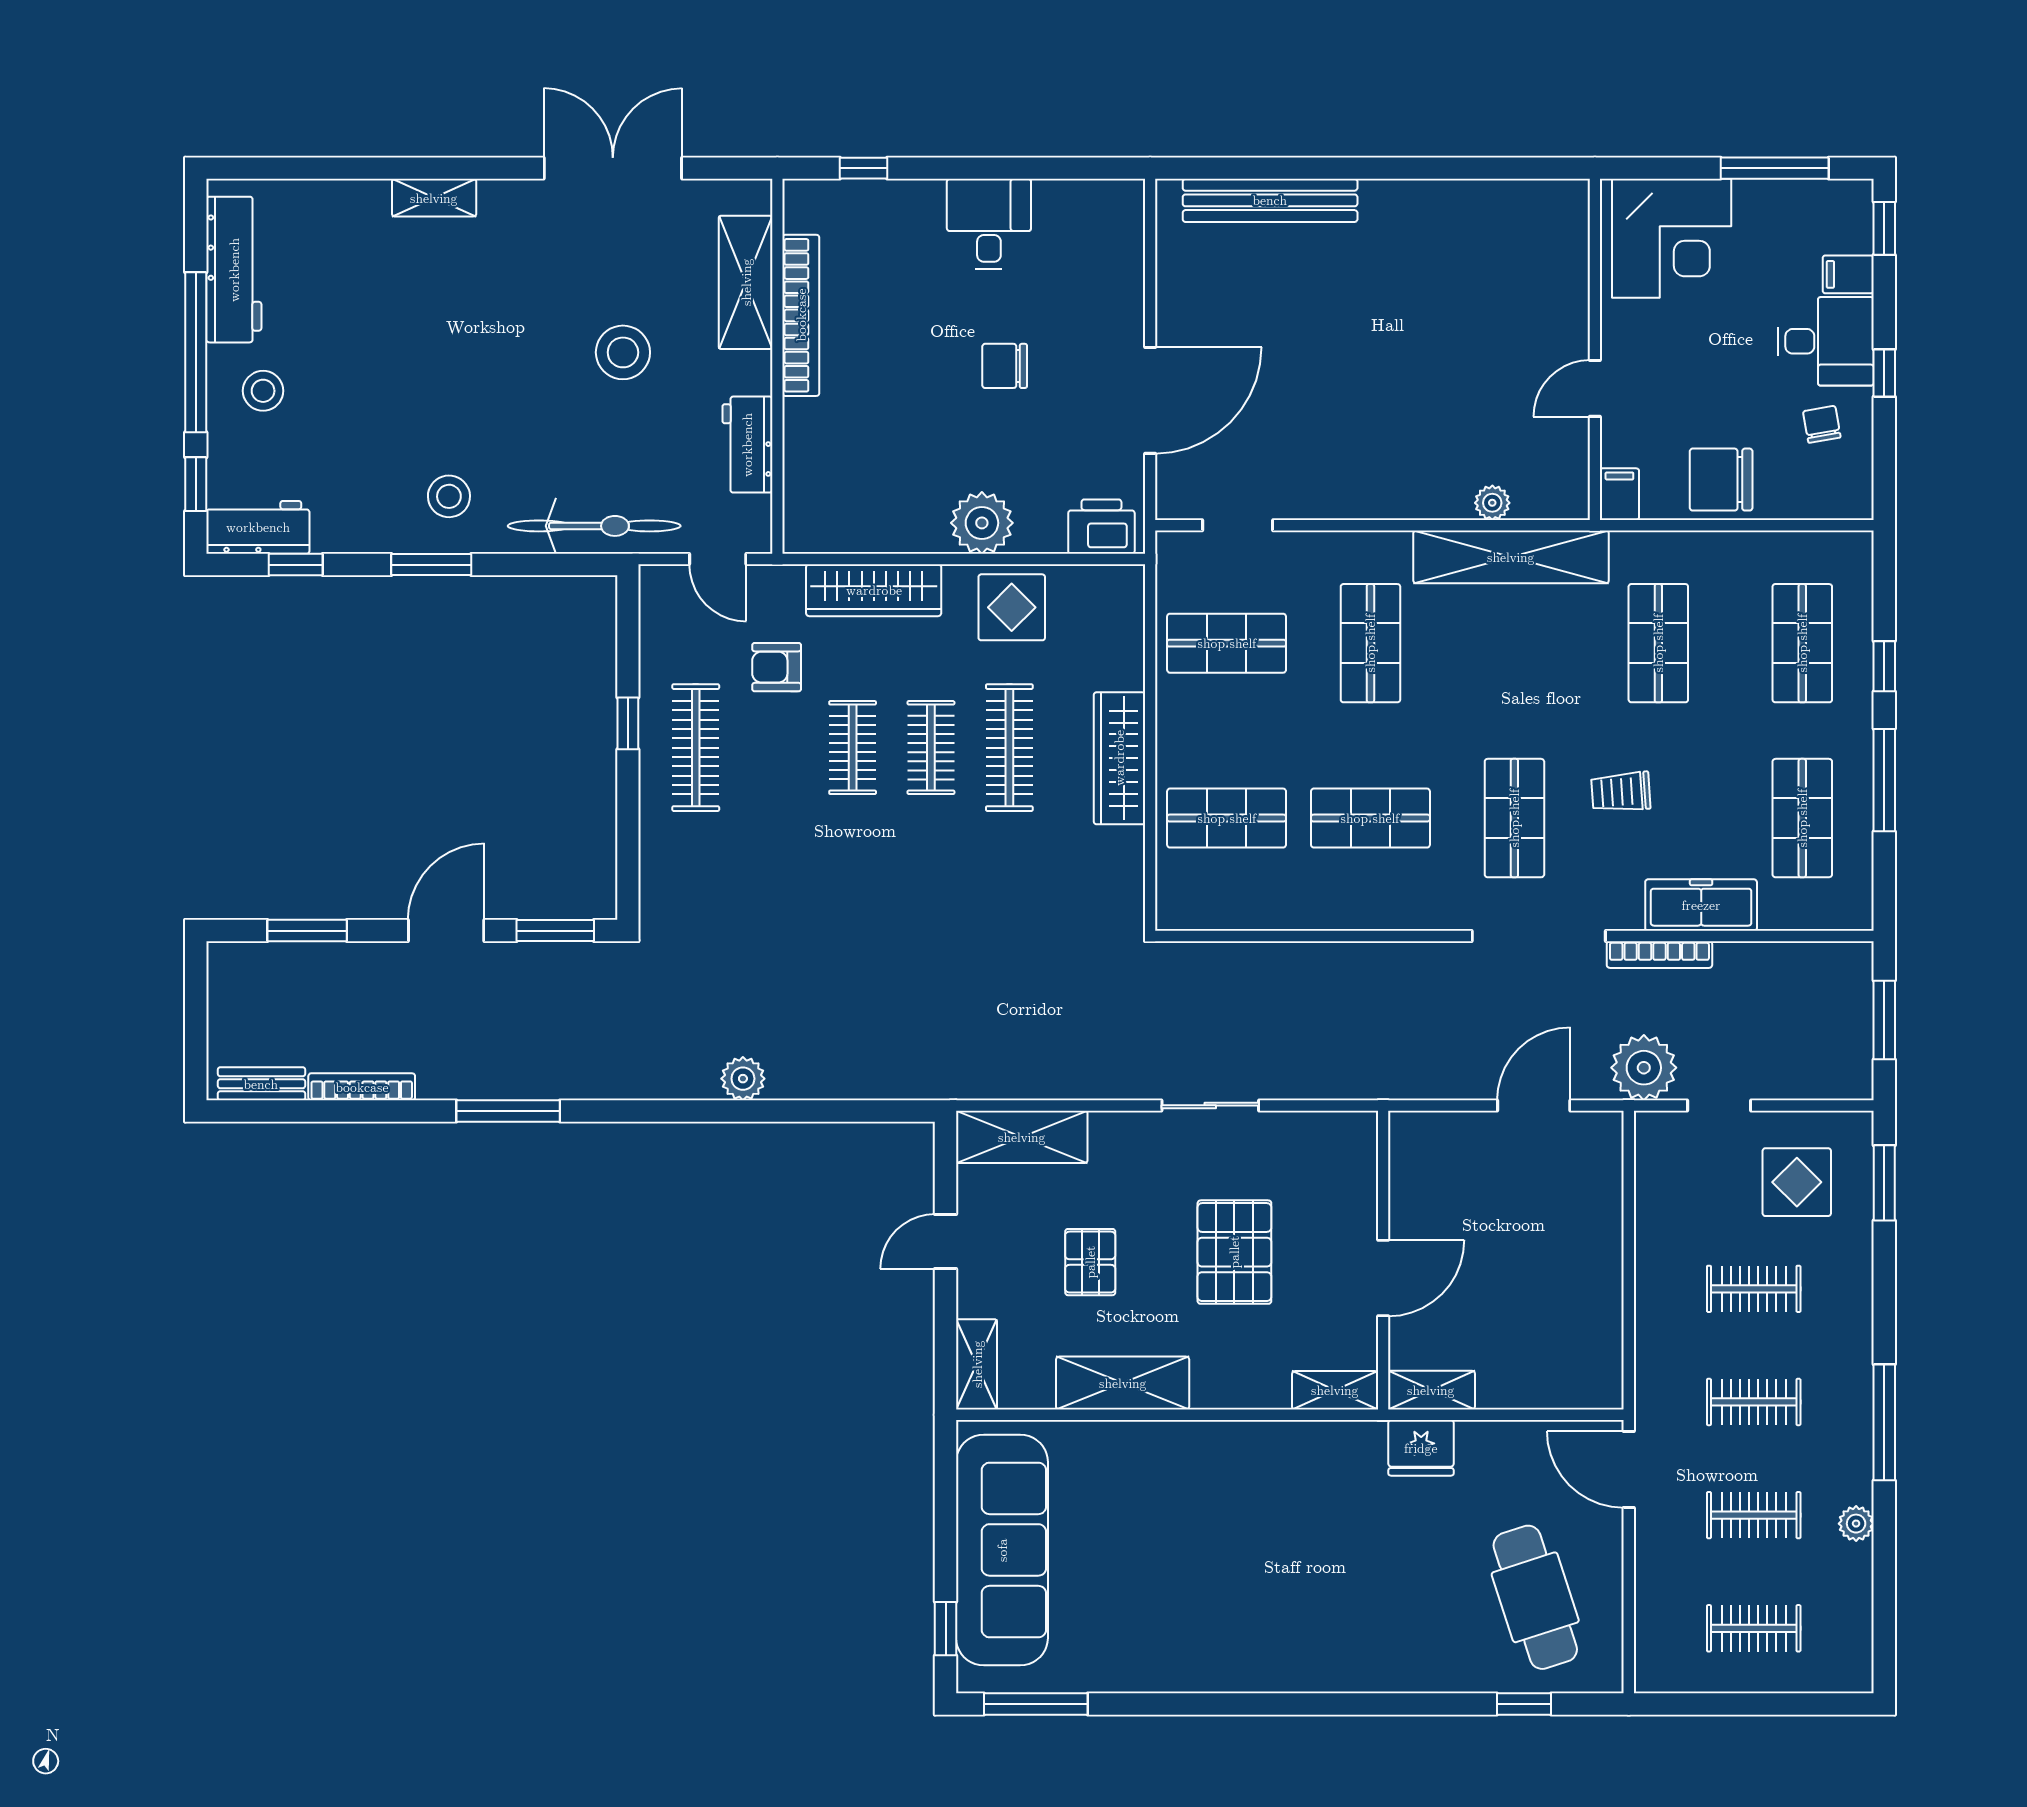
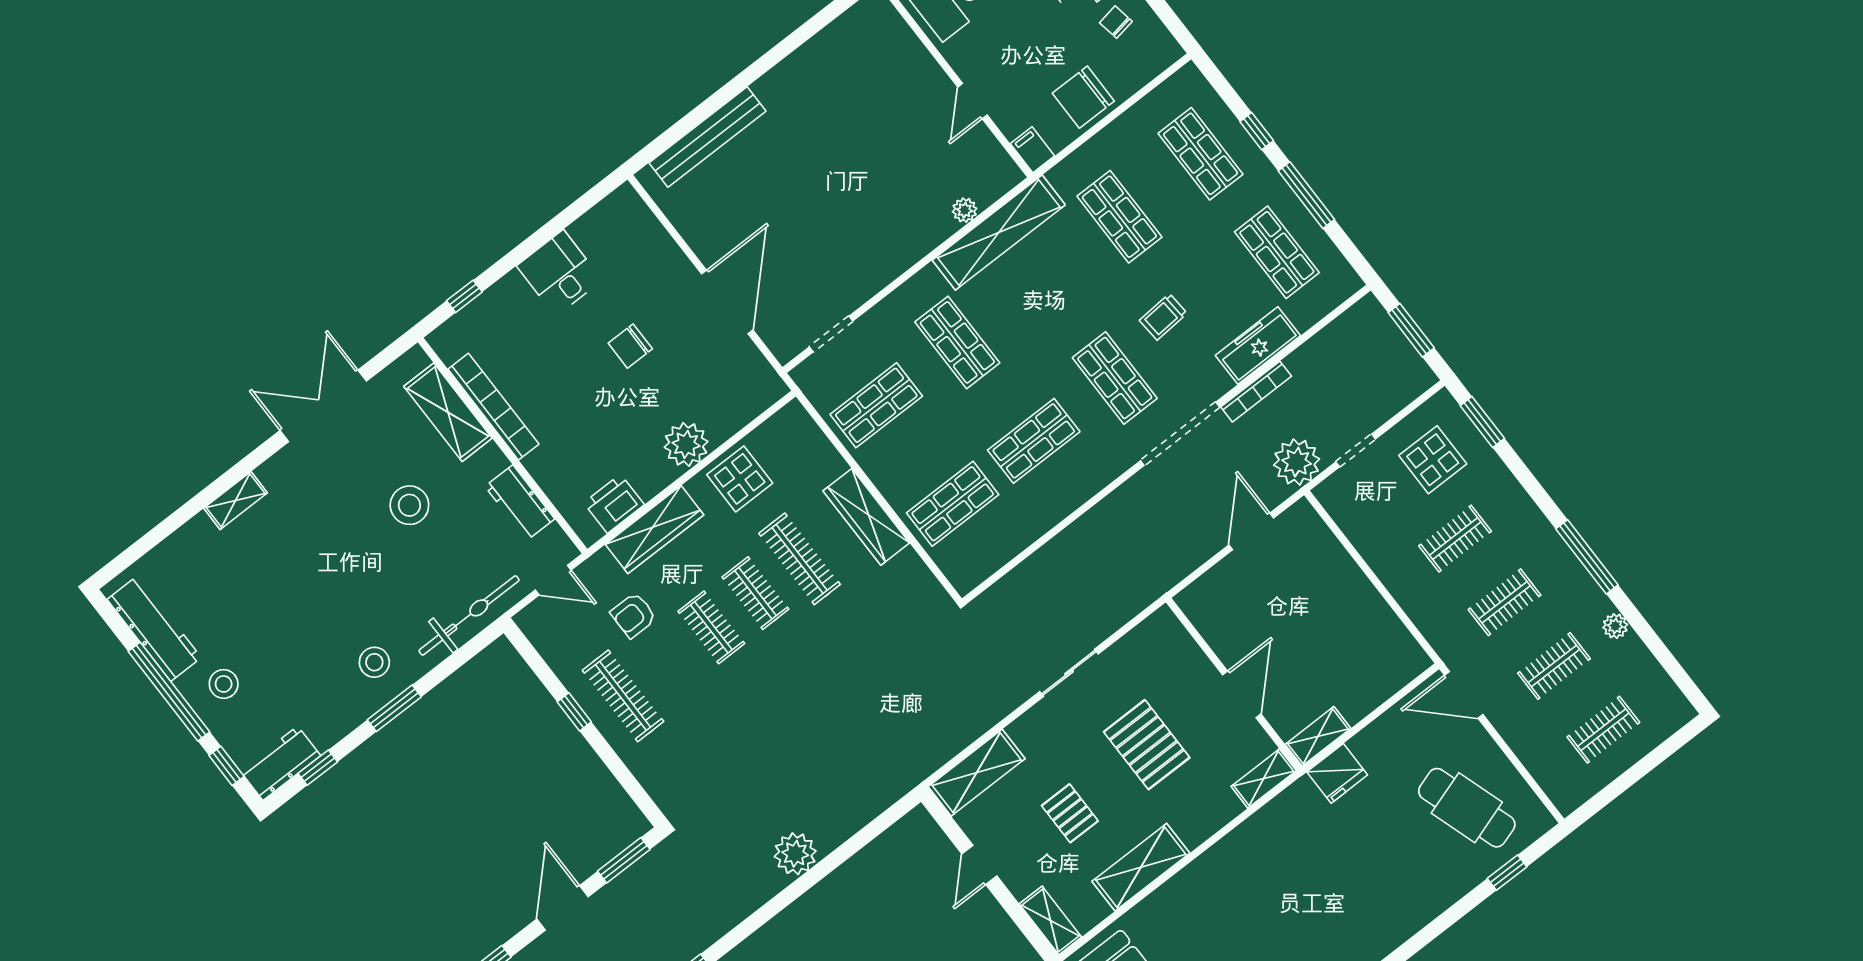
printer: (1101, 527) -> (614, 504), moved
plant: (743, 1079) -> (795, 854), width x1.36, depth x1.36

